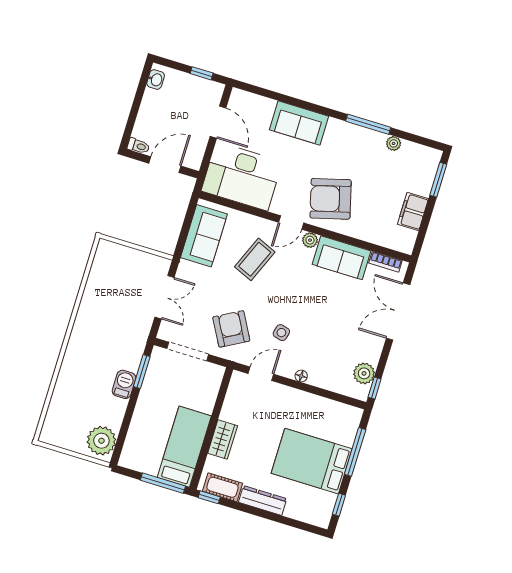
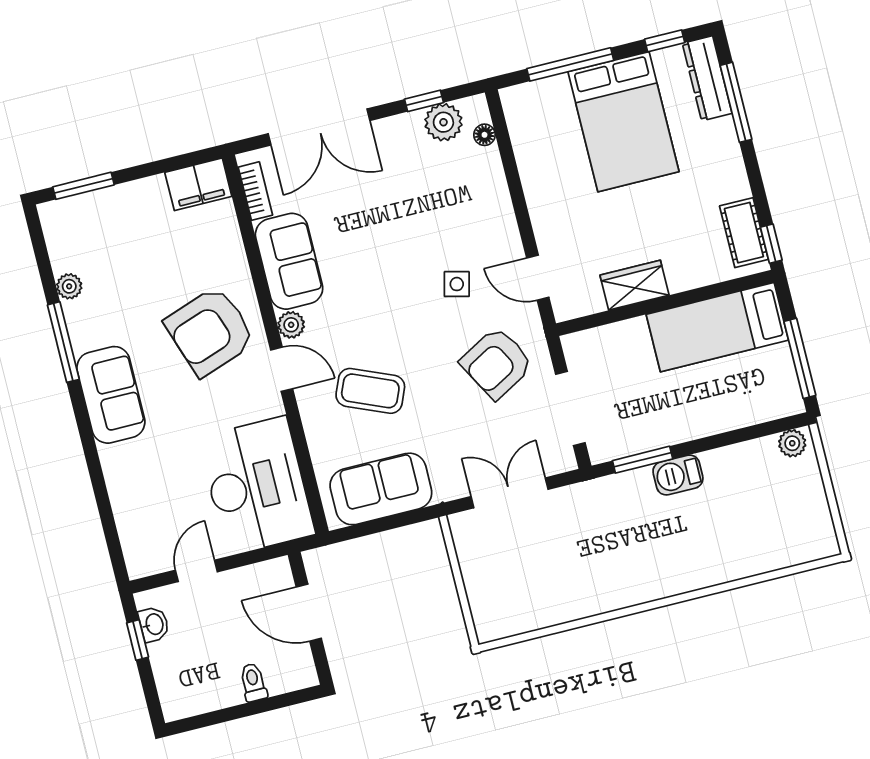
washbasin: (156, 80) -> (154, 624), moved, turned 90
door: (218, 122) -> (196, 571), width x0.73
sofa: (299, 123) -> (111, 395), moved
toilet: (138, 146) -> (253, 682), moved
armchair: (331, 199) -> (210, 331), turned 86
filing cabinet: (413, 211) -> (198, 184), moved
floor lamp: (301, 376) -> (484, 135), moved
window: (375, 388) -> (424, 101), moved
wardrobe: (223, 440) -> (634, 285), moved
plant: (101, 441) -> (792, 443), width x0.53, depth x0.53
window: (163, 483) -> (800, 358), moved
dresser: (263, 500) -> (707, 78), moved
window: (288, 521) -> (736, 102), added

